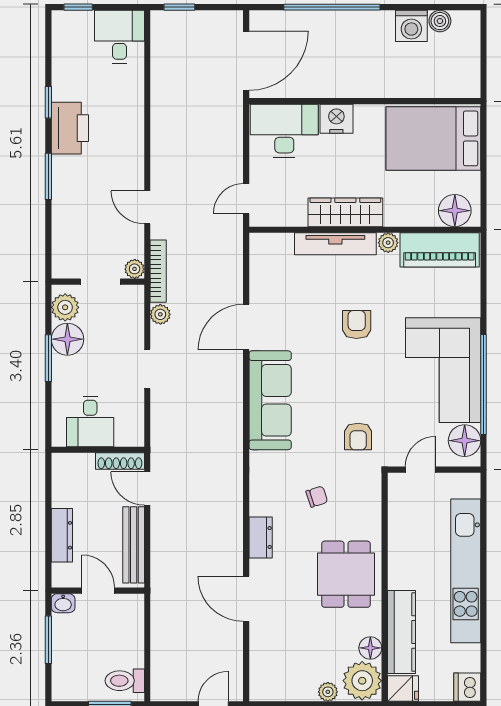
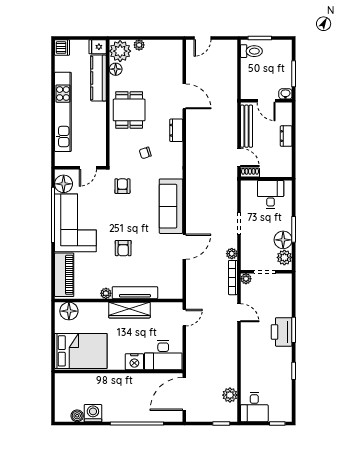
plant: (164, 59) -> (230, 395), added
printer: (70, 128) -> (282, 332), moved
piano: (440, 250) -> (64, 275), moved, turned 90
shoe rack: (120, 461) -> (250, 173), width x0.70
dresser: (62, 535) -> (286, 136), width x0.70

